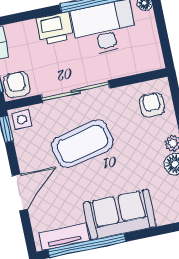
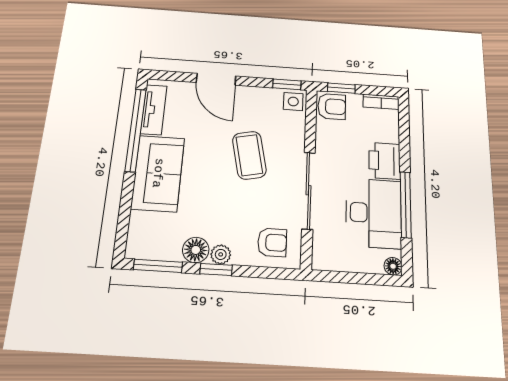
sliding door: (75, 92) -> (308, 190), moved
coffee table: (82, 144) -> (249, 155), width x0.73, depth x0.76

